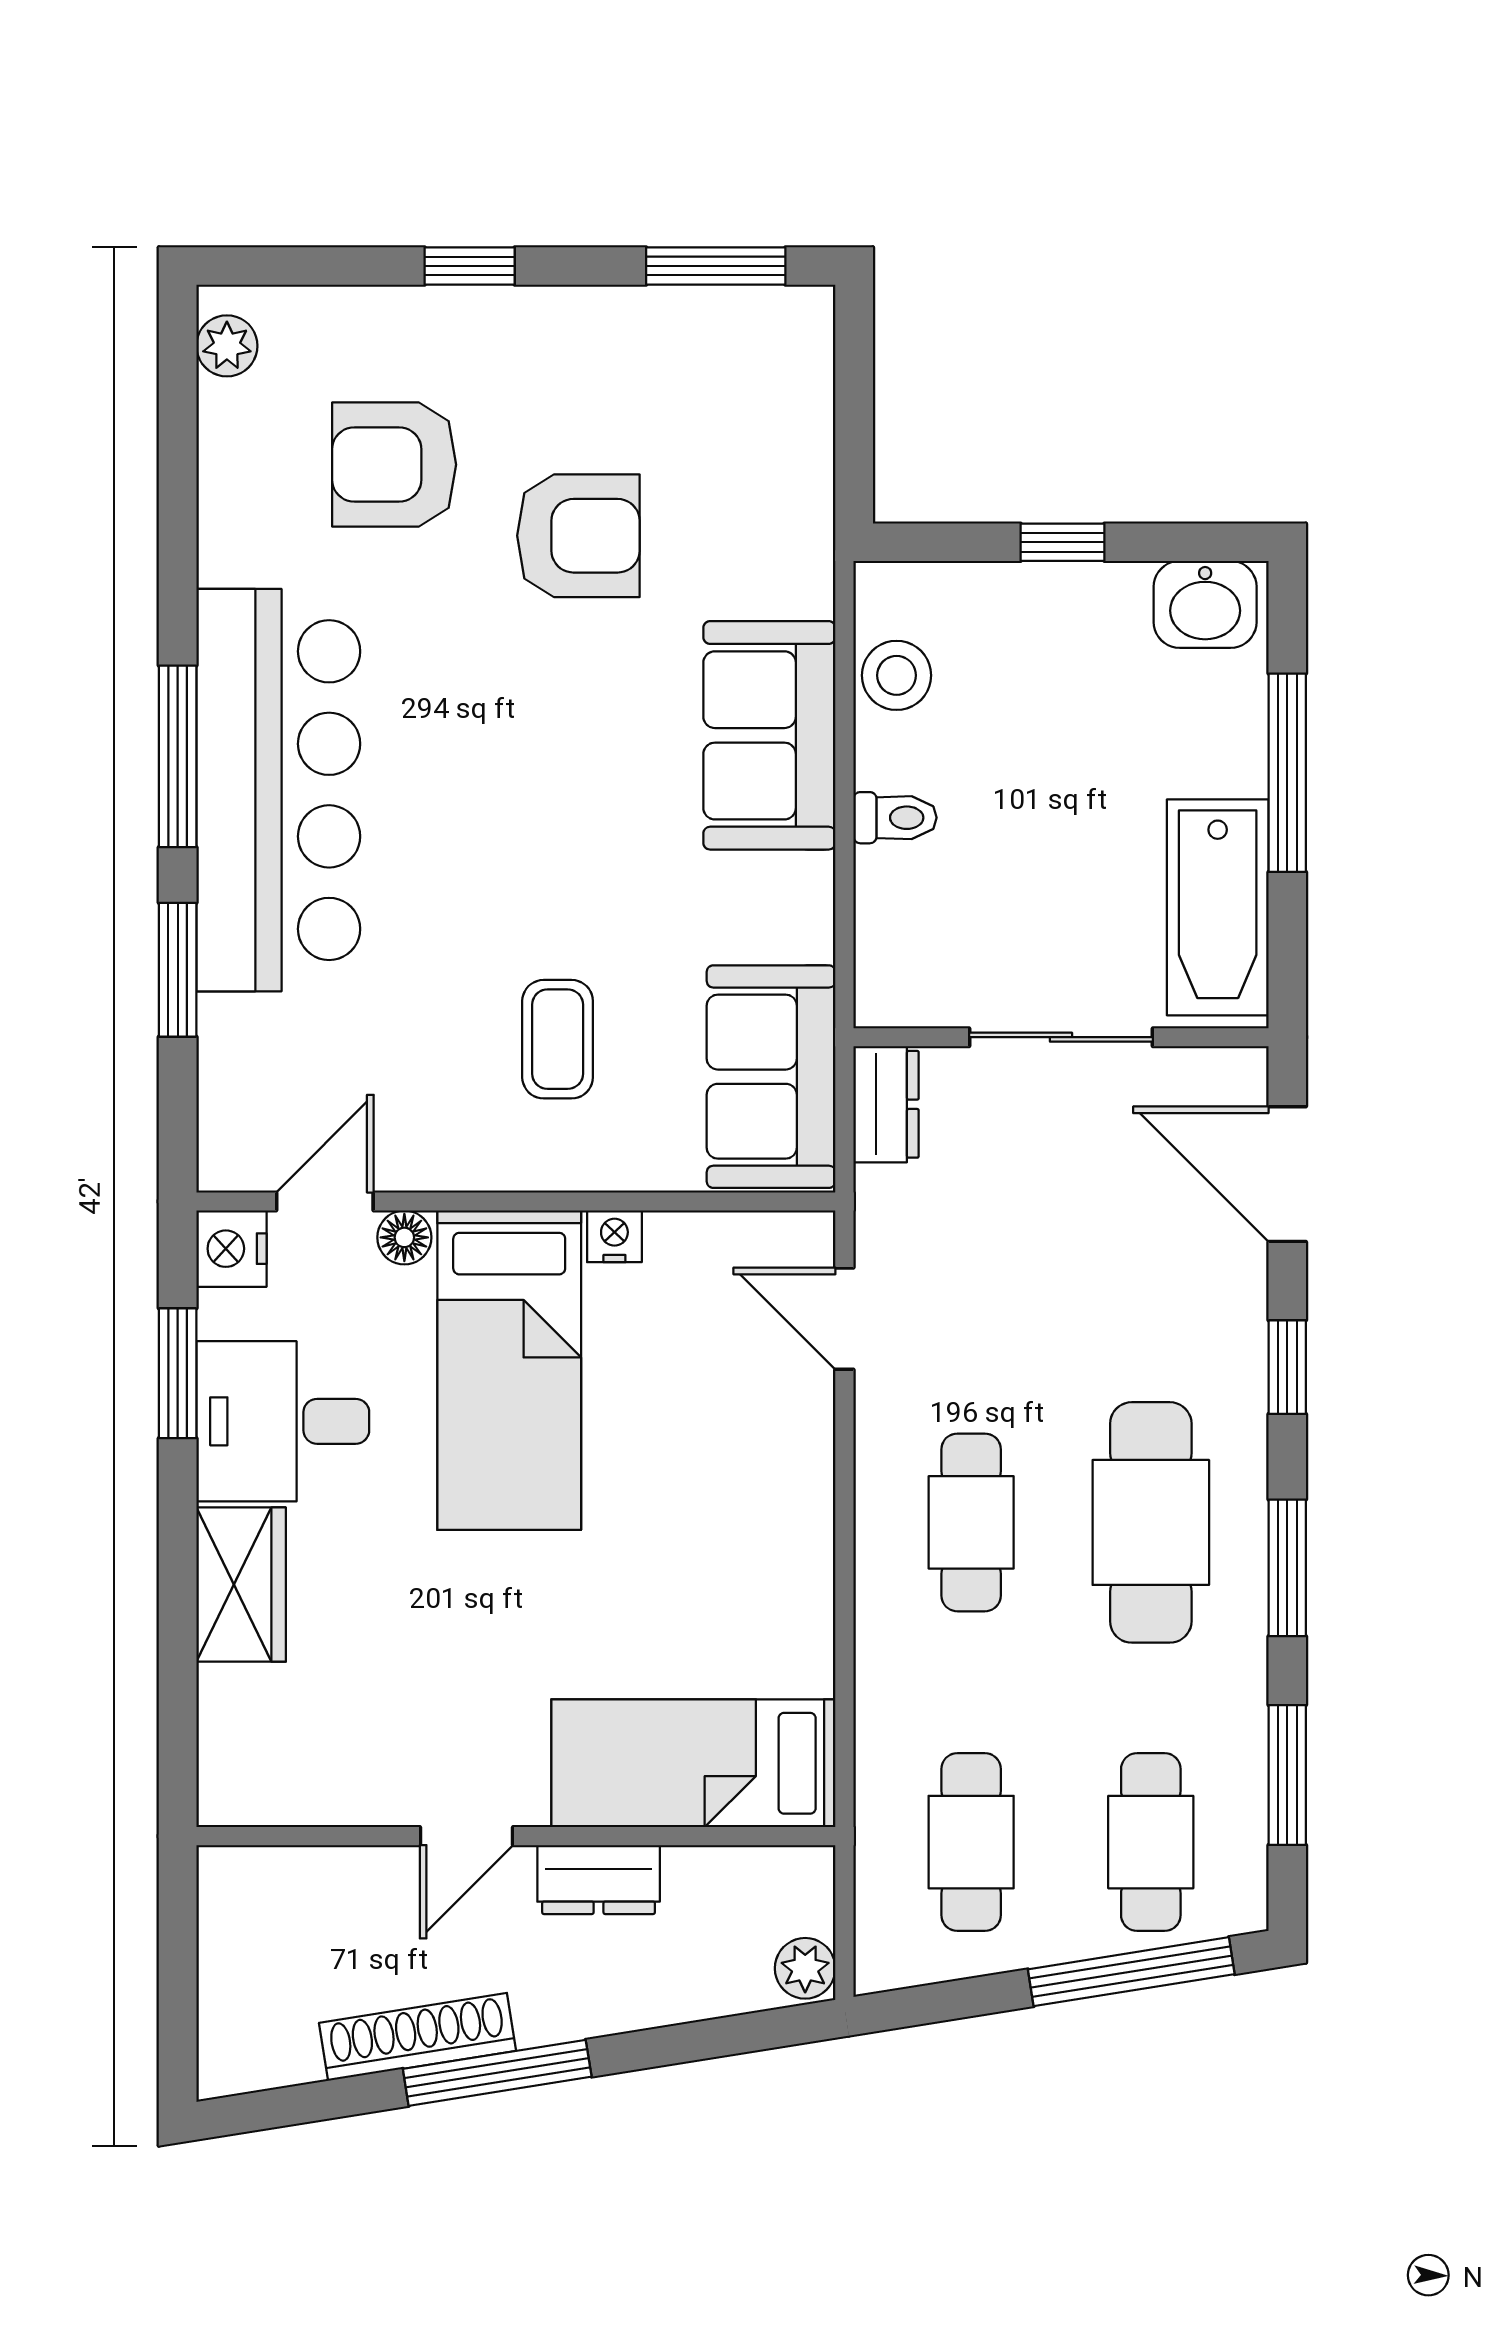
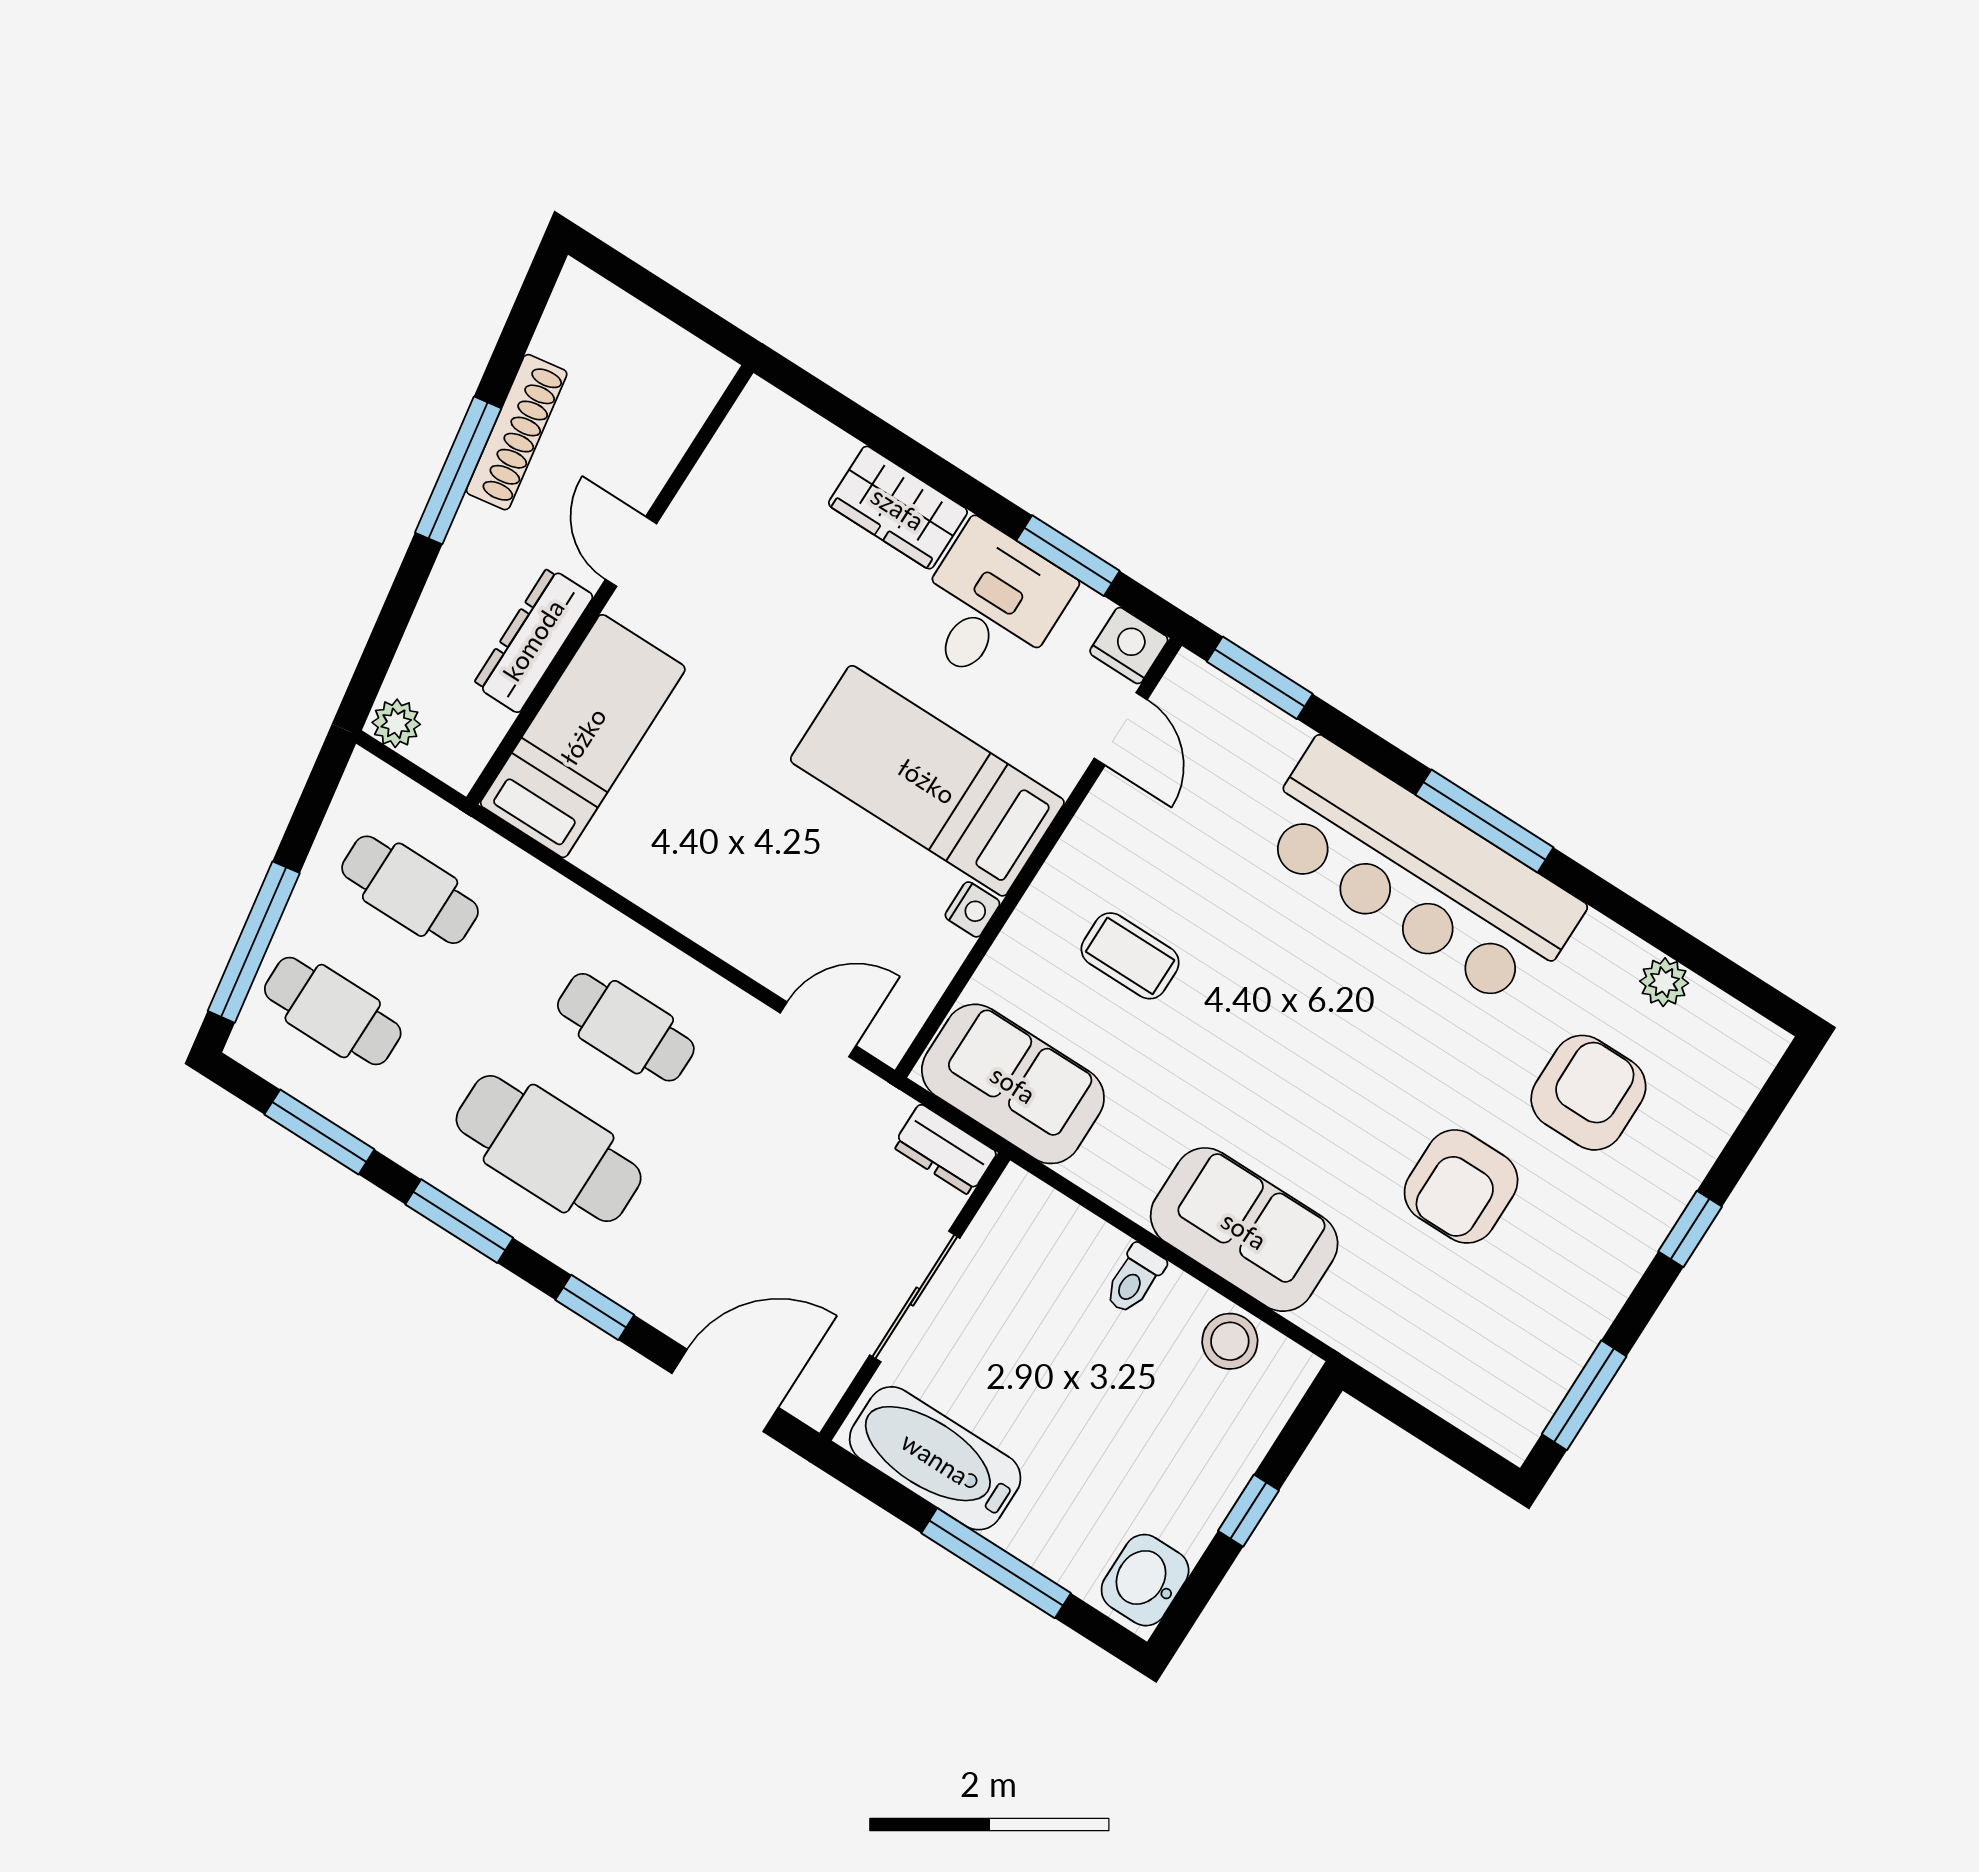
plant: (227, 346) -> (1664, 982), moved
window: (178, 970) -> (1260, 678), moved
floor lamp: (404, 1237) -> (1062, 767), removed
dresser: (599, 1880) -> (533, 640), width x1.44

